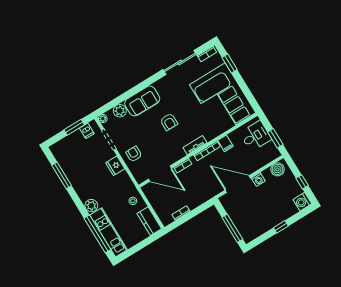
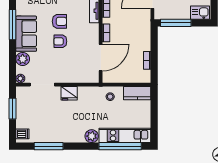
window: (143, 85) -> (13, 25), added
dishwasher: (87, 131) -> (22, 134), moved
armchair: (134, 154) -> (60, 41), moved
window: (232, 228) -> (176, 23), moved
kitchen sink: (246, 232) -> (200, 13), added

